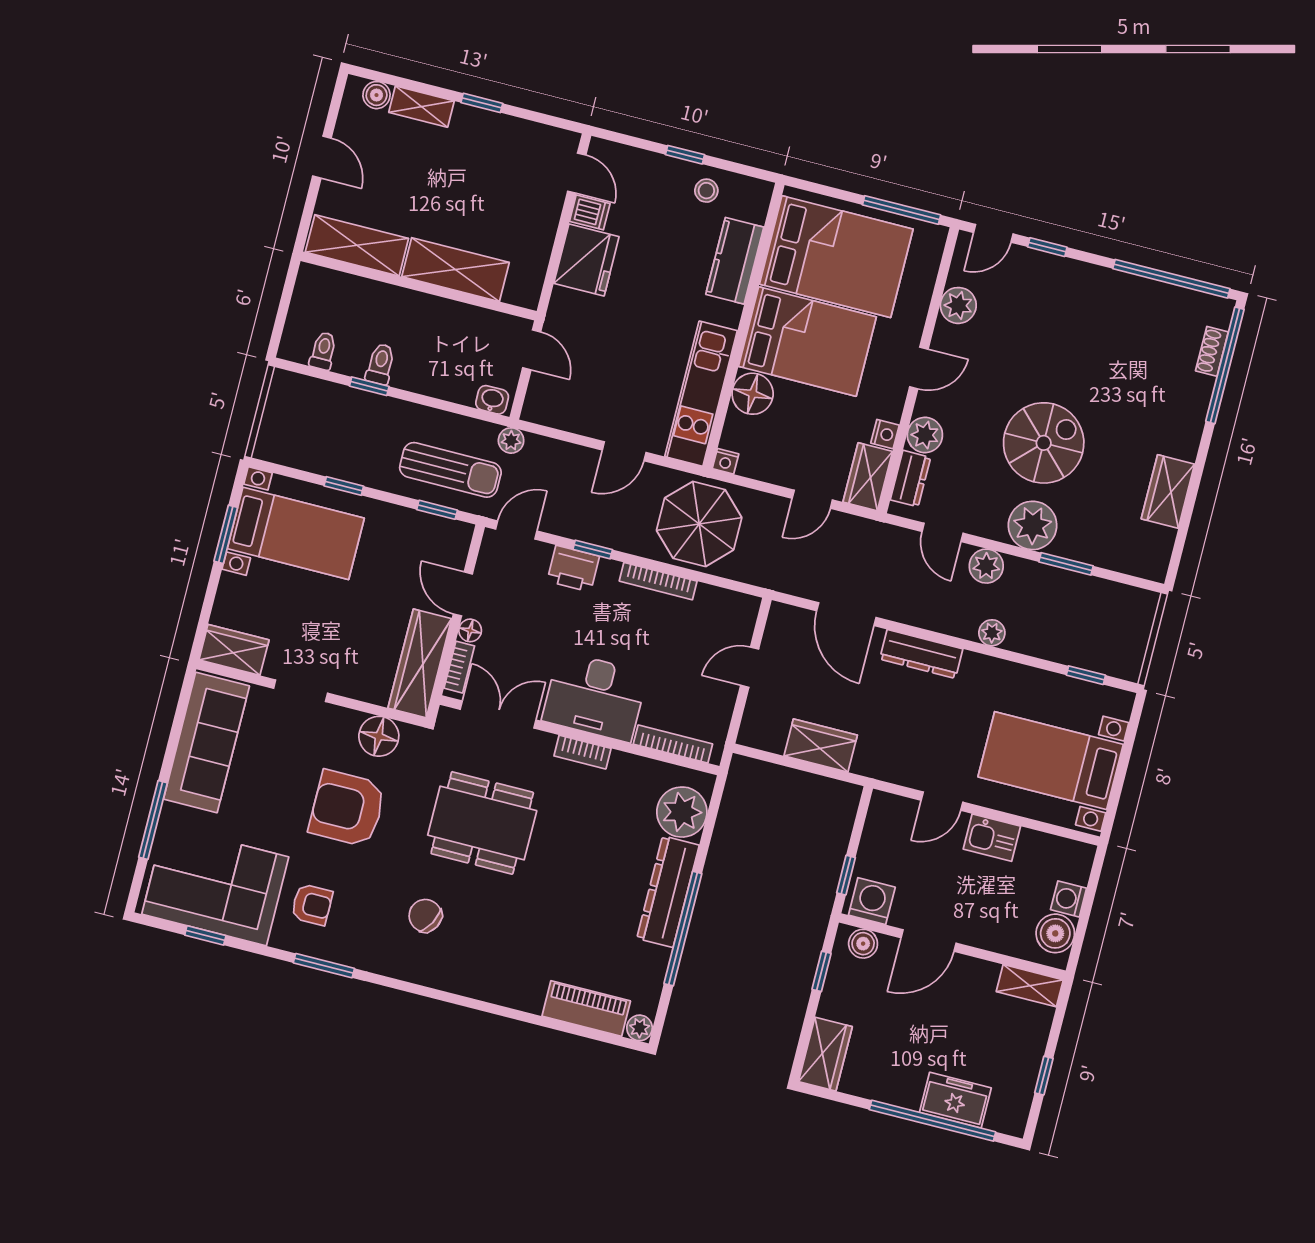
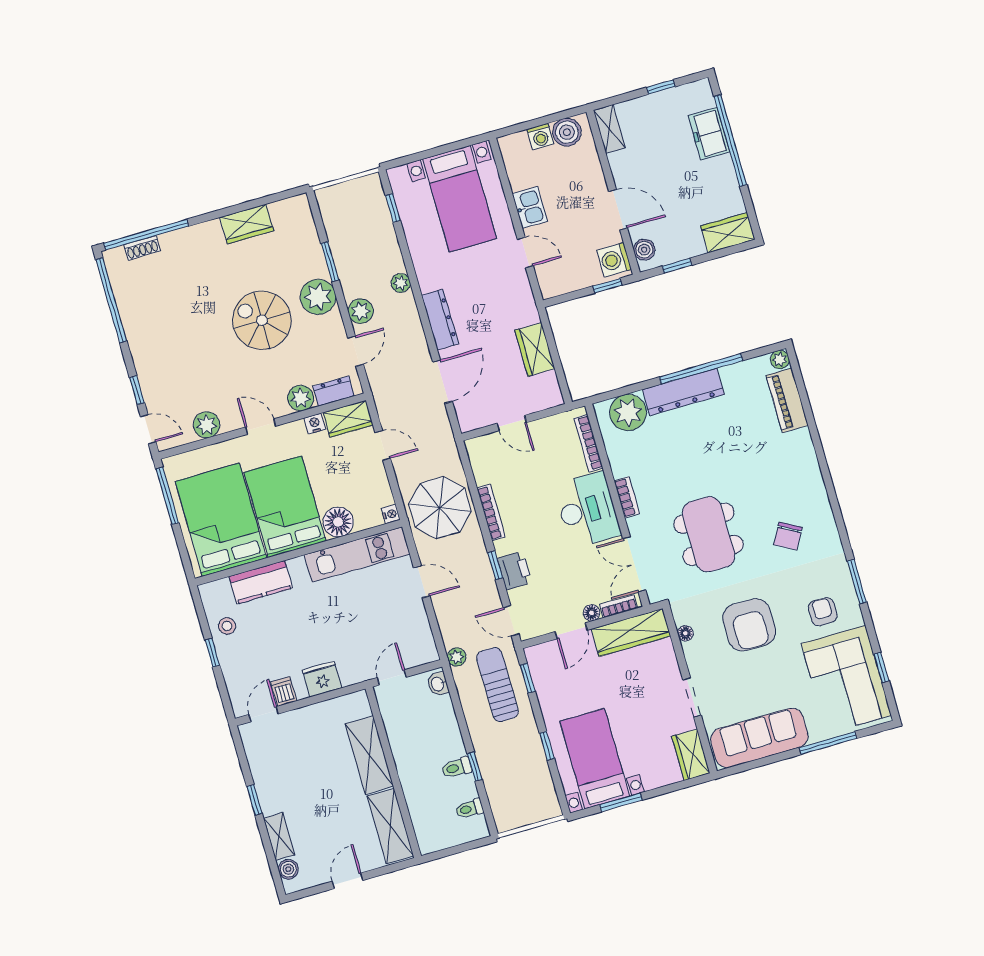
fridge: (586, 260) -> (322, 679), width x0.73, depth x0.75
floor lamp: (379, 736) -> (685, 633), width x0.53, depth x0.53

